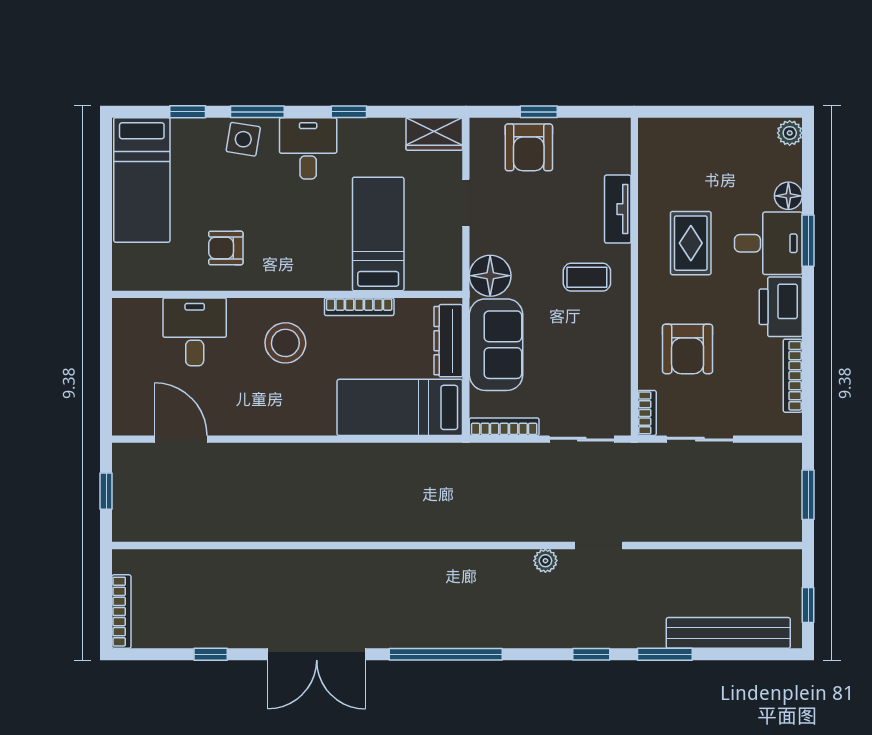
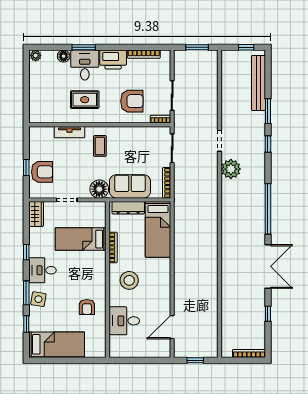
plant: (545, 561) -> (231, 169), width x1.87, depth x1.87

